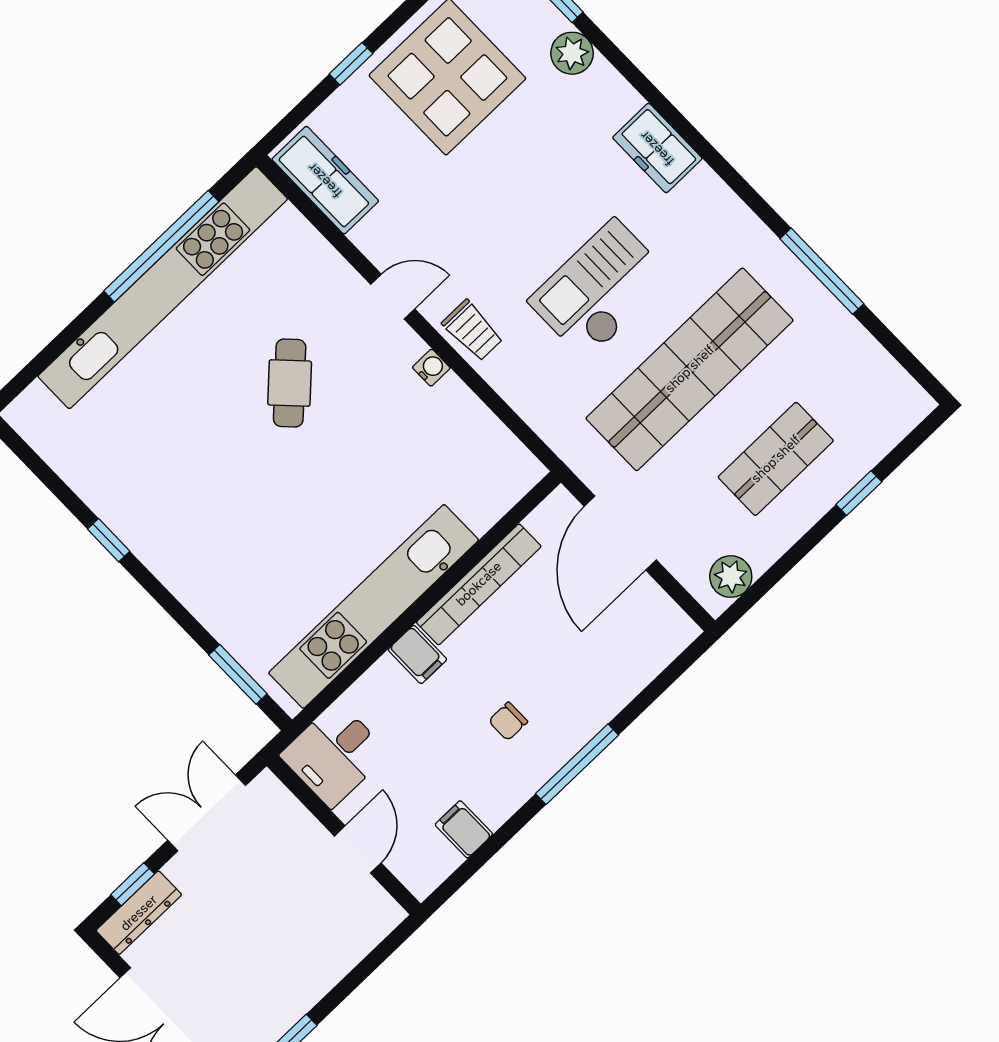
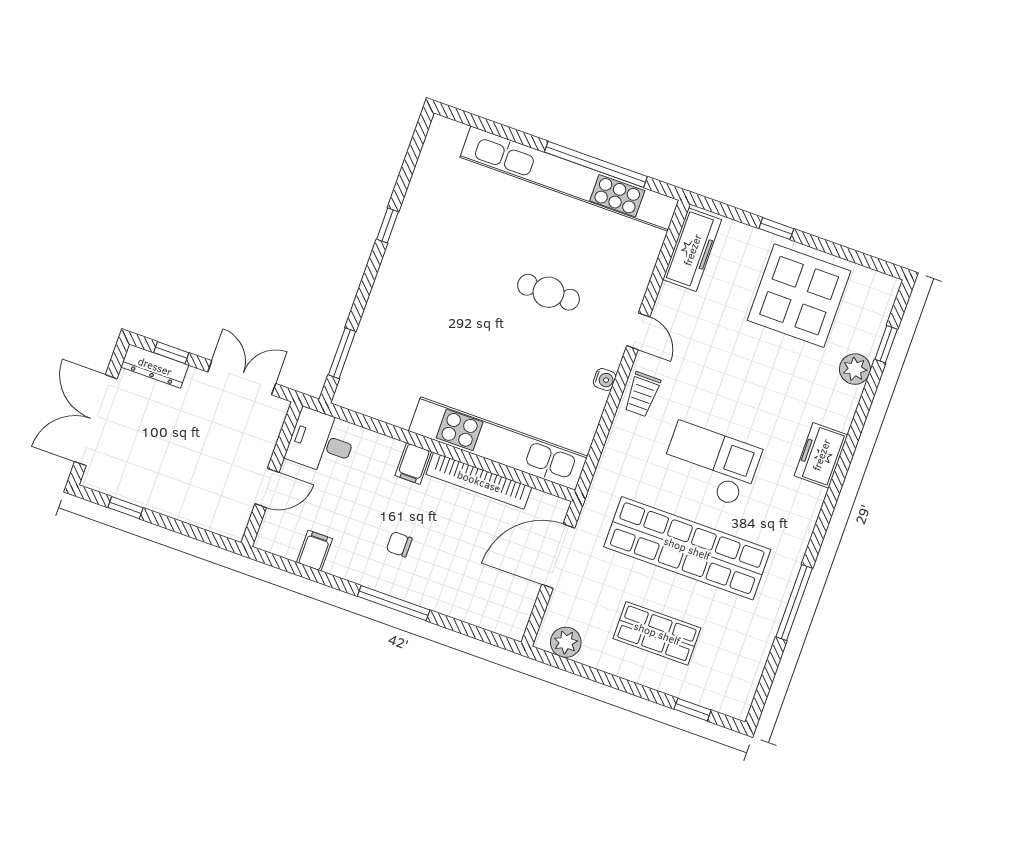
cafe table: (290, 383) -> (549, 292), turned 44
window: (859, 493) -> (693, 710), moved
kitchen unit: (374, 606) -> (498, 444), moved

